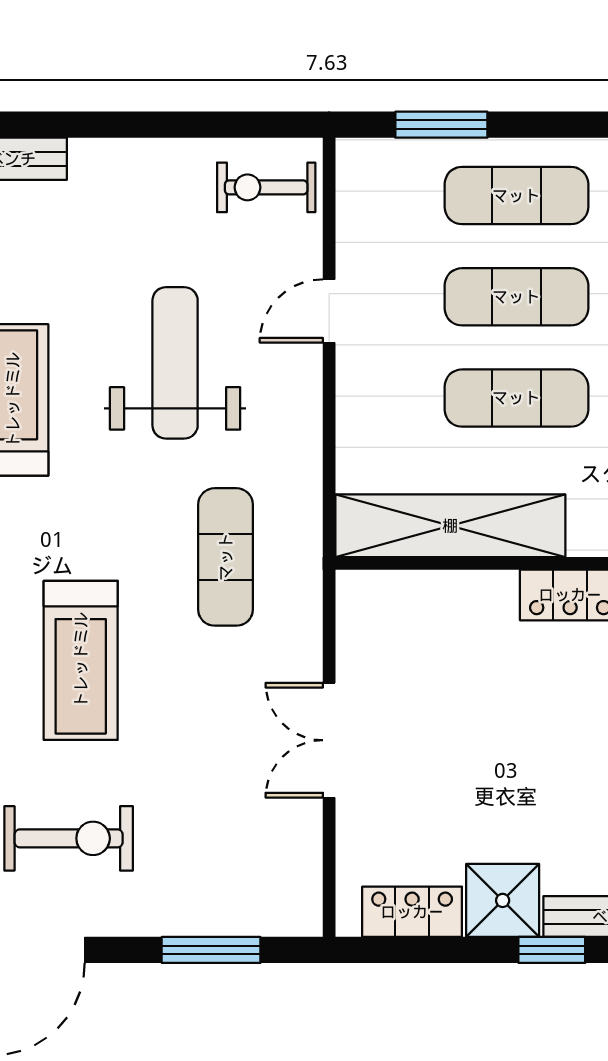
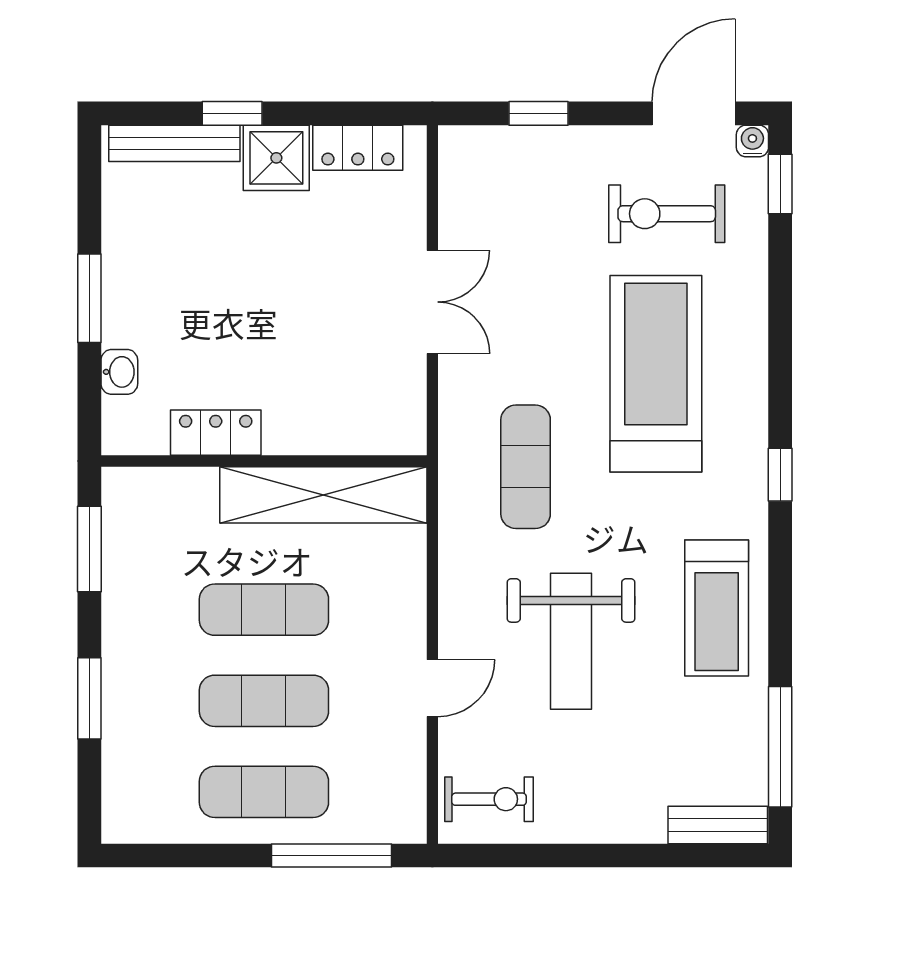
window: (441, 125) -> (331, 856), width x1.44
treadmill: (81, 660) -> (656, 374), width x1.37, depth x1.38
window: (211, 950) -> (539, 113), width x0.67

